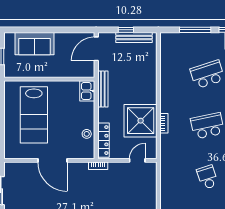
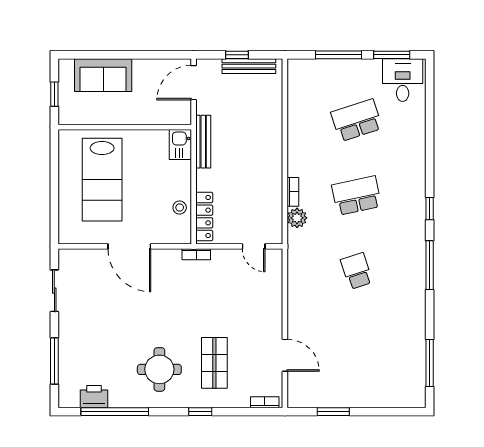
shower: (141, 121) -> (259, 188), removed
plant: (167, 141) -> (297, 218), added
door: (137, 160) -> (254, 246), swing flipped

